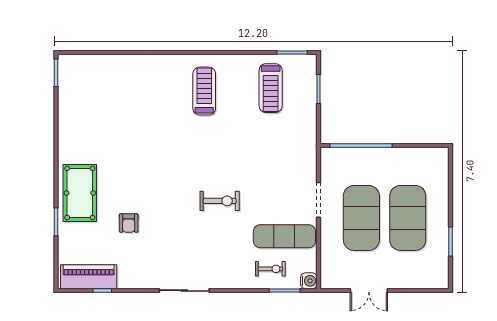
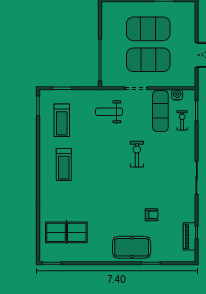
treadmill: (271, 88) -> (62, 120), turned 90
treadmill: (204, 91) -> (64, 164), turned -90
table tennis table: (102, 95) -> (66, 232), added
weight bench: (283, 159) -> (109, 112), added
piano: (89, 277) -> (189, 236), width x0.73, depth x0.75
water cooler: (309, 281) -> (177, 95), moved

